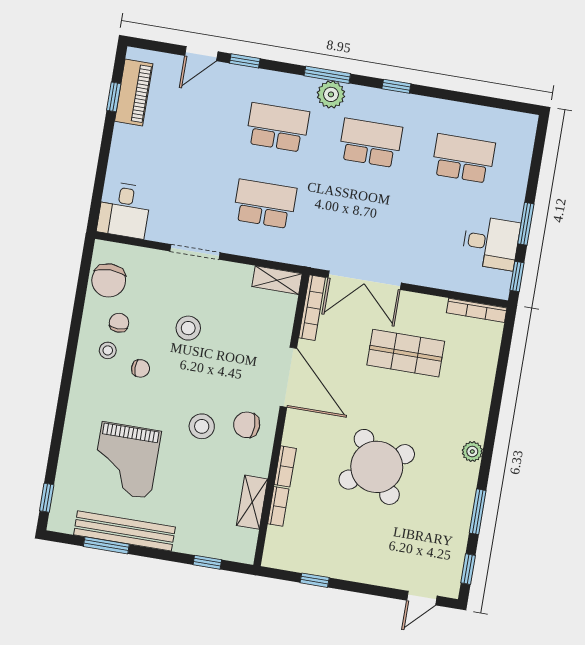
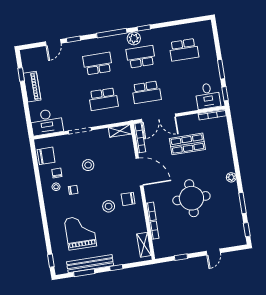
window: (327, 75) -> (112, 33), width x1.44
piano: (134, 92) -> (32, 87), moved
plant: (331, 94) -> (134, 38), moved
school desk: (463, 158) -> (184, 50), turned 180
school desk: (265, 204) -> (103, 99), turned 180
desk: (124, 210) -> (47, 122), width x1.37
school desk: (358, 219) -> (146, 92), added
desk: (491, 243) -> (208, 96), moved, turned 90
chair: (109, 280) -> (46, 156), turned -90
grand piano: (126, 460) -> (80, 232), turned 180
round table: (377, 467) -> (191, 198), turned 34
shelving: (252, 502) -> (144, 245), moved
window: (207, 562) -> (116, 268), moved
door: (422, 598) -> (213, 252), moved

